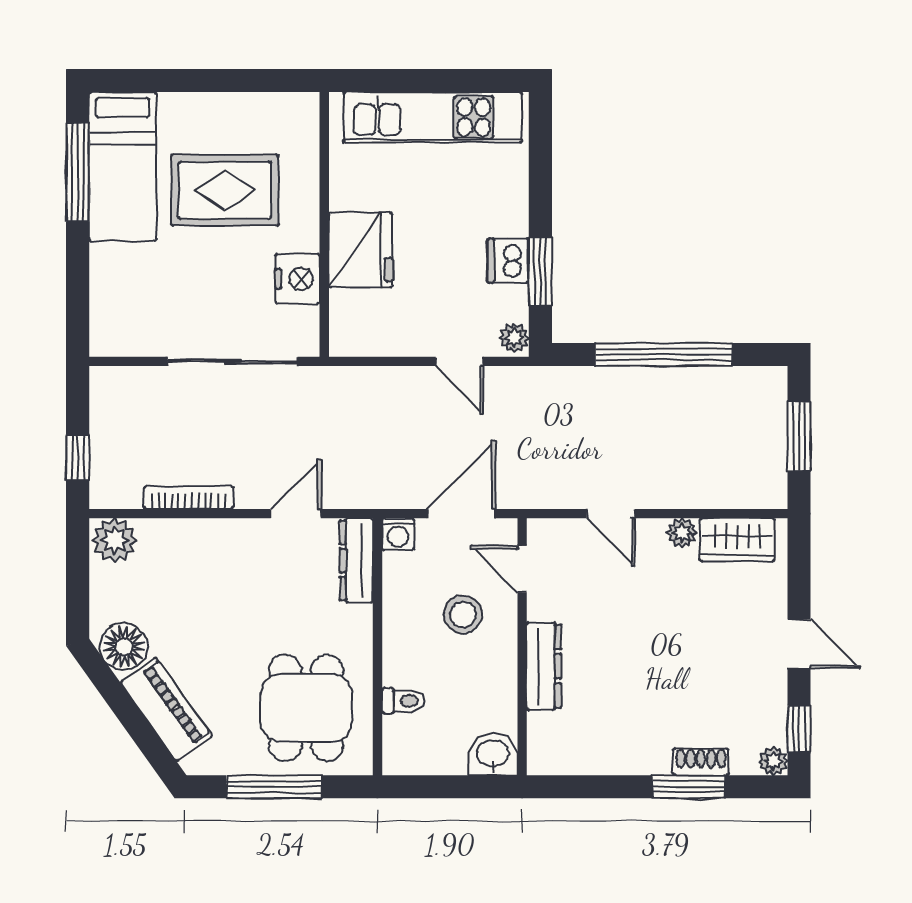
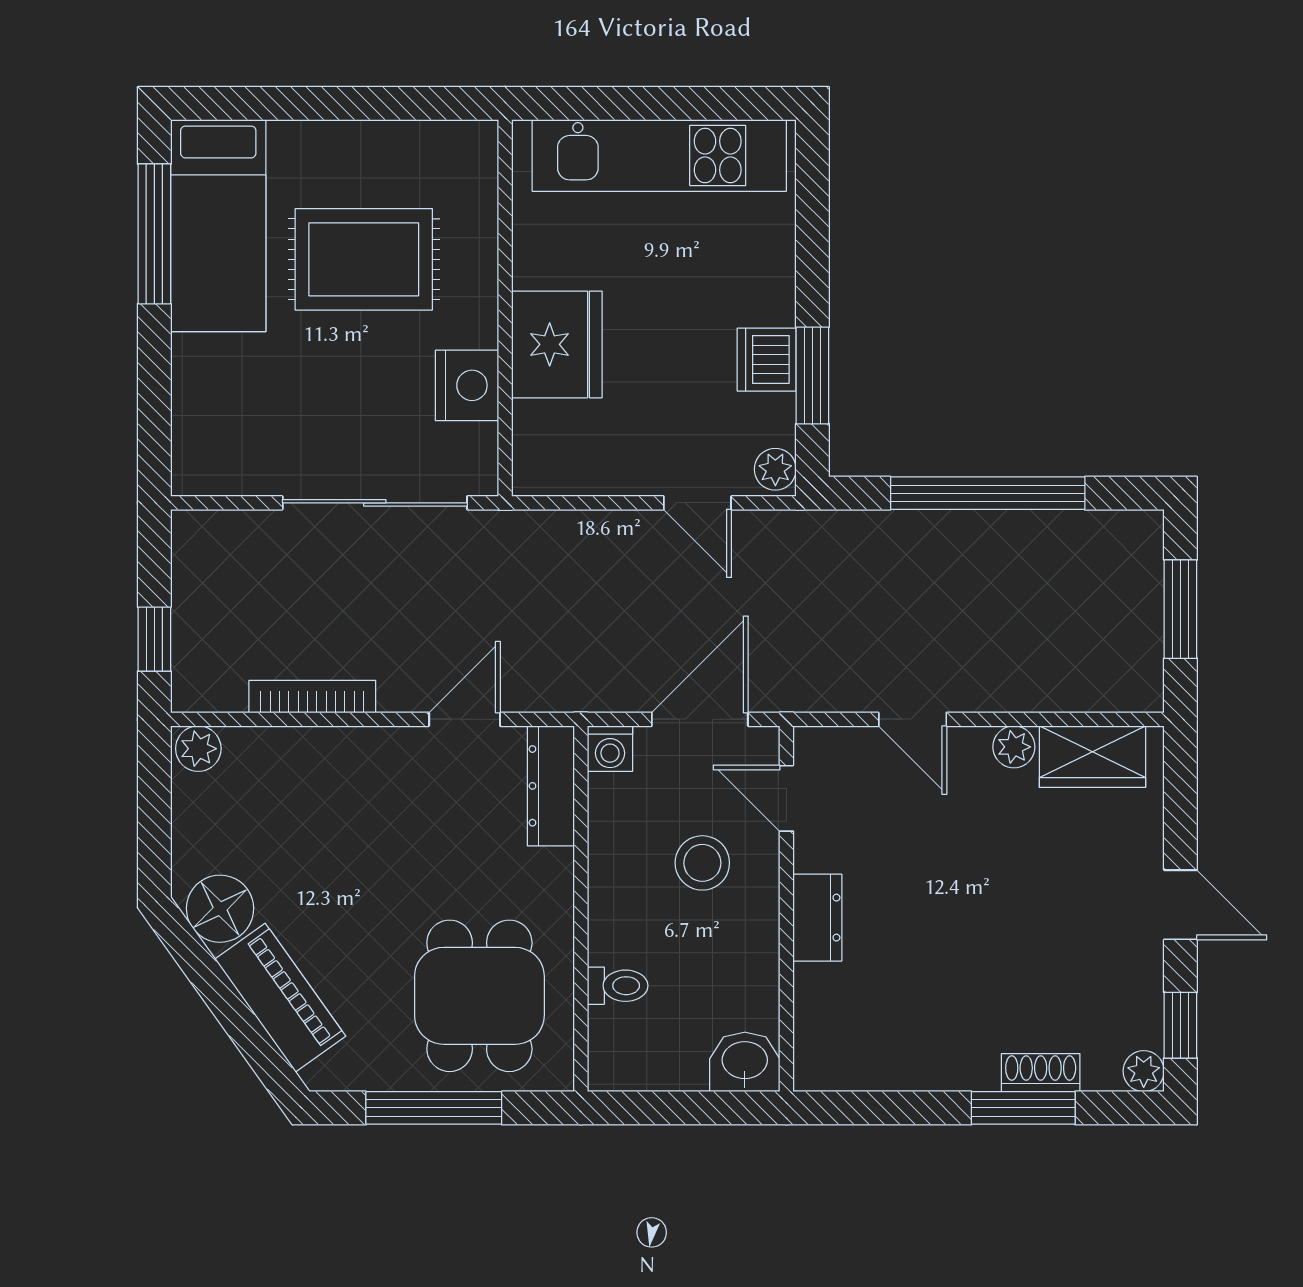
plant: (115, 540) -> (198, 749), width x0.73, depth x0.73
dresser: (544, 666) -> (817, 918), width x0.70

